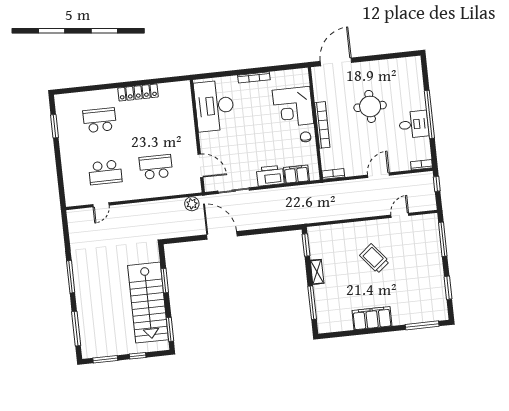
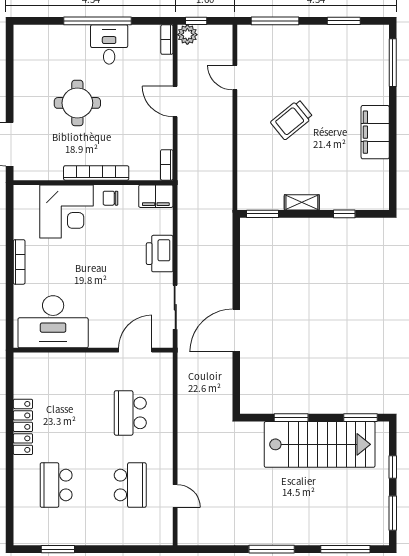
filing cabinet: (296, 174) -> (156, 196), moved, turned -90
plant: (192, 204) -> (187, 35), moved
window: (312, 303) -> (344, 214), width x0.46

